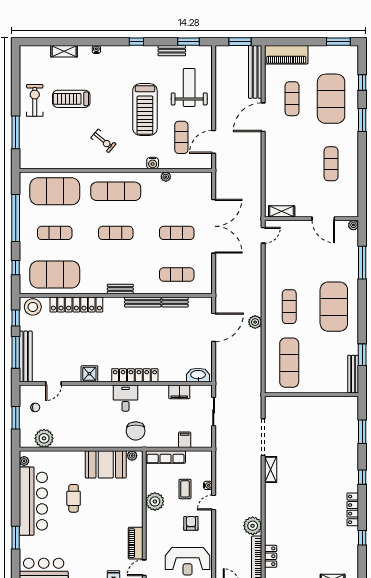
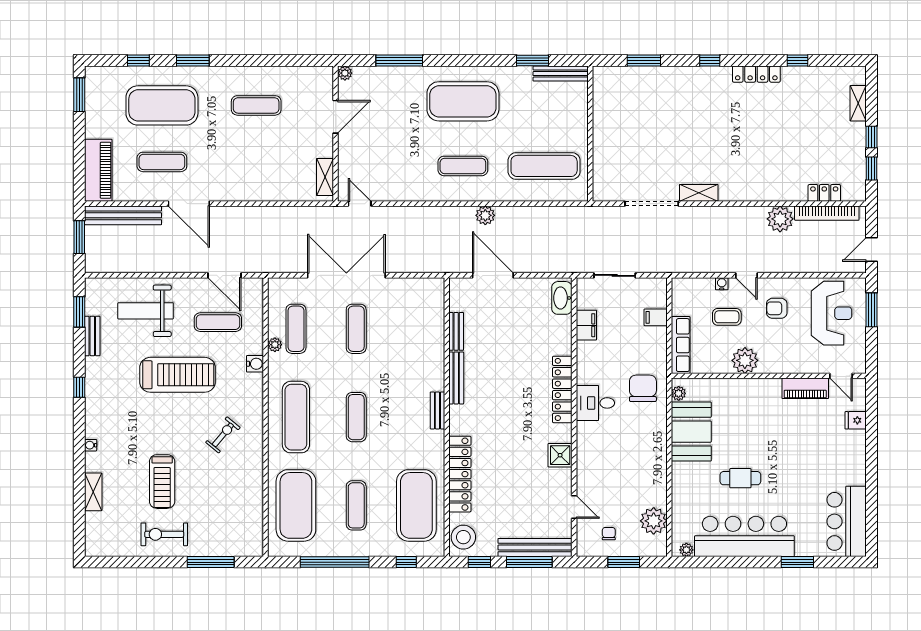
exercise mat: (177, 274) -> (296, 329), moved
chair: (136, 431) -> (643, 388), turned -90

